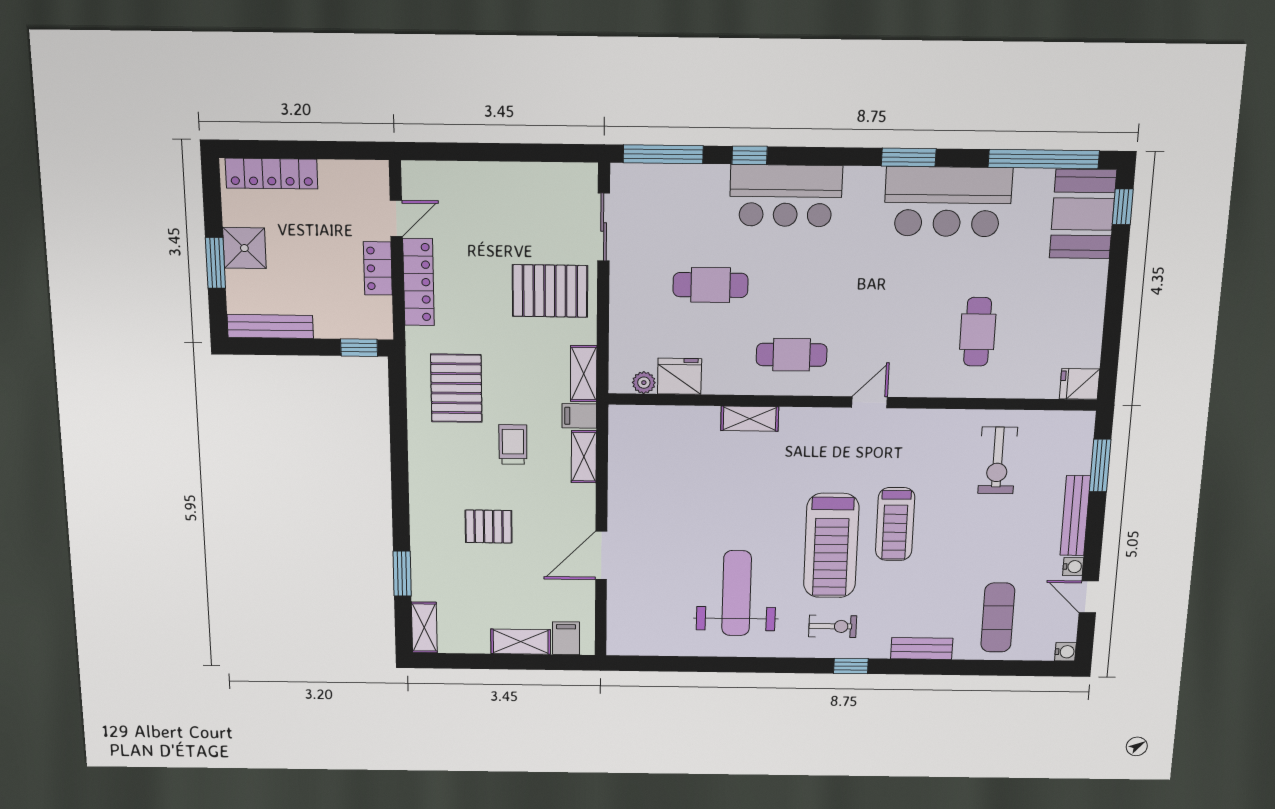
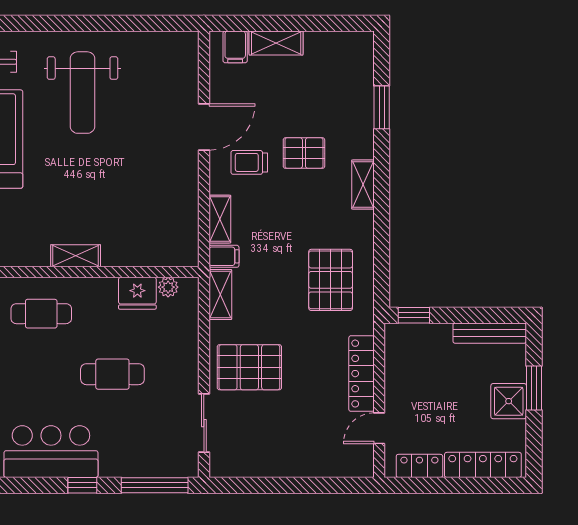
locker: (378, 268) -> (419, 466), moved, turned -90
trolley: (513, 445) -> (249, 162), moved, turned 90
shelving: (424, 628) -> (363, 185), moved

